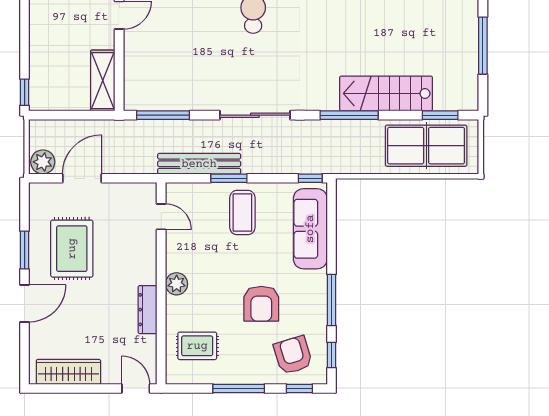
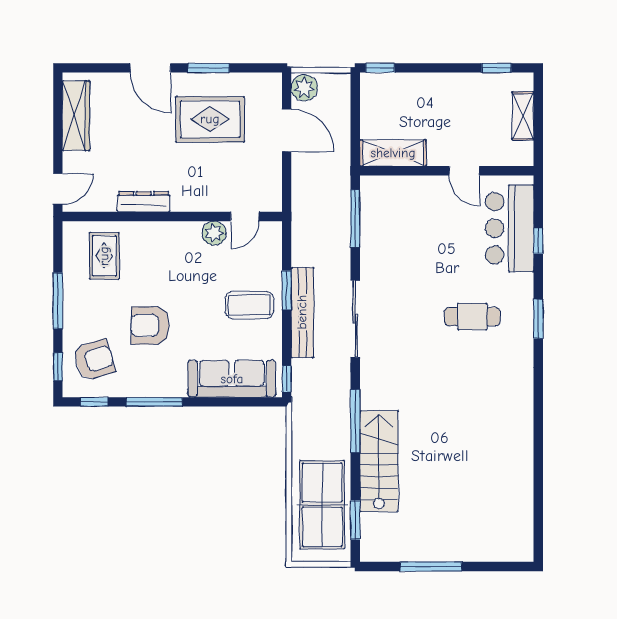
bench: (199, 164) -> (302, 312), moved
plant: (177, 284) -> (214, 233), moved

